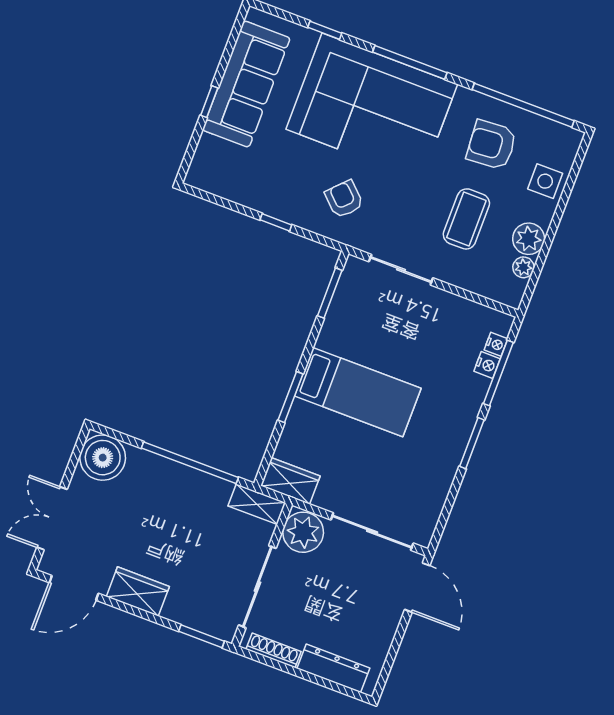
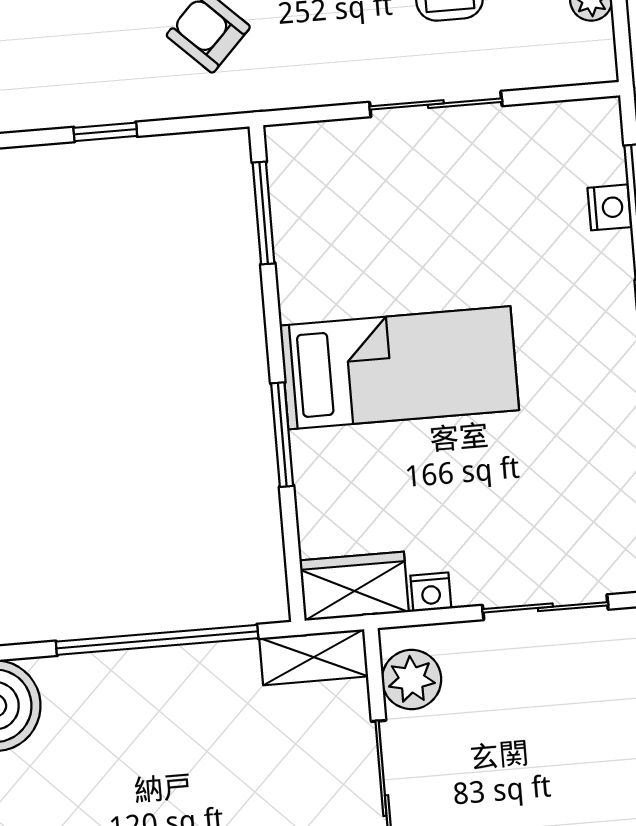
sliding door: (401, 270) -> (436, 104), moved
nightstand: (496, 344) -> (431, 592), moved, turned 90
plant: (303, 532) -> (412, 679), width x0.73, depth x0.73
sliding door: (372, 532) -> (545, 607), width x0.73

